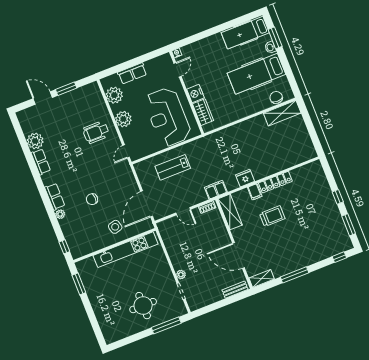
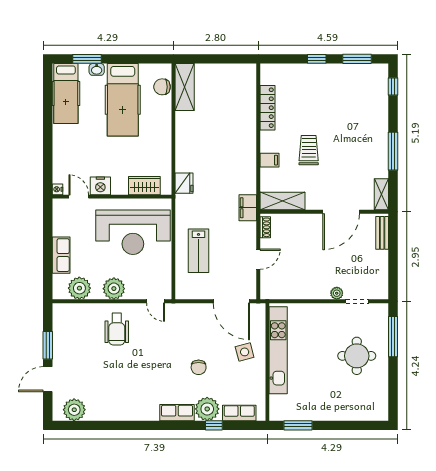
nightstand: (195, 93) -> (100, 186), moved
plant: (35, 141) -> (74, 410), moved
row of seats: (41, 162) -> (239, 413), moved
fridge: (245, 178) -> (184, 183), moved, turned 180
locker: (275, 182) -> (268, 108), moved
plant: (60, 214) -> (207, 409), width x1.88, depth x1.88
window: (64, 247) -> (214, 425), moved

